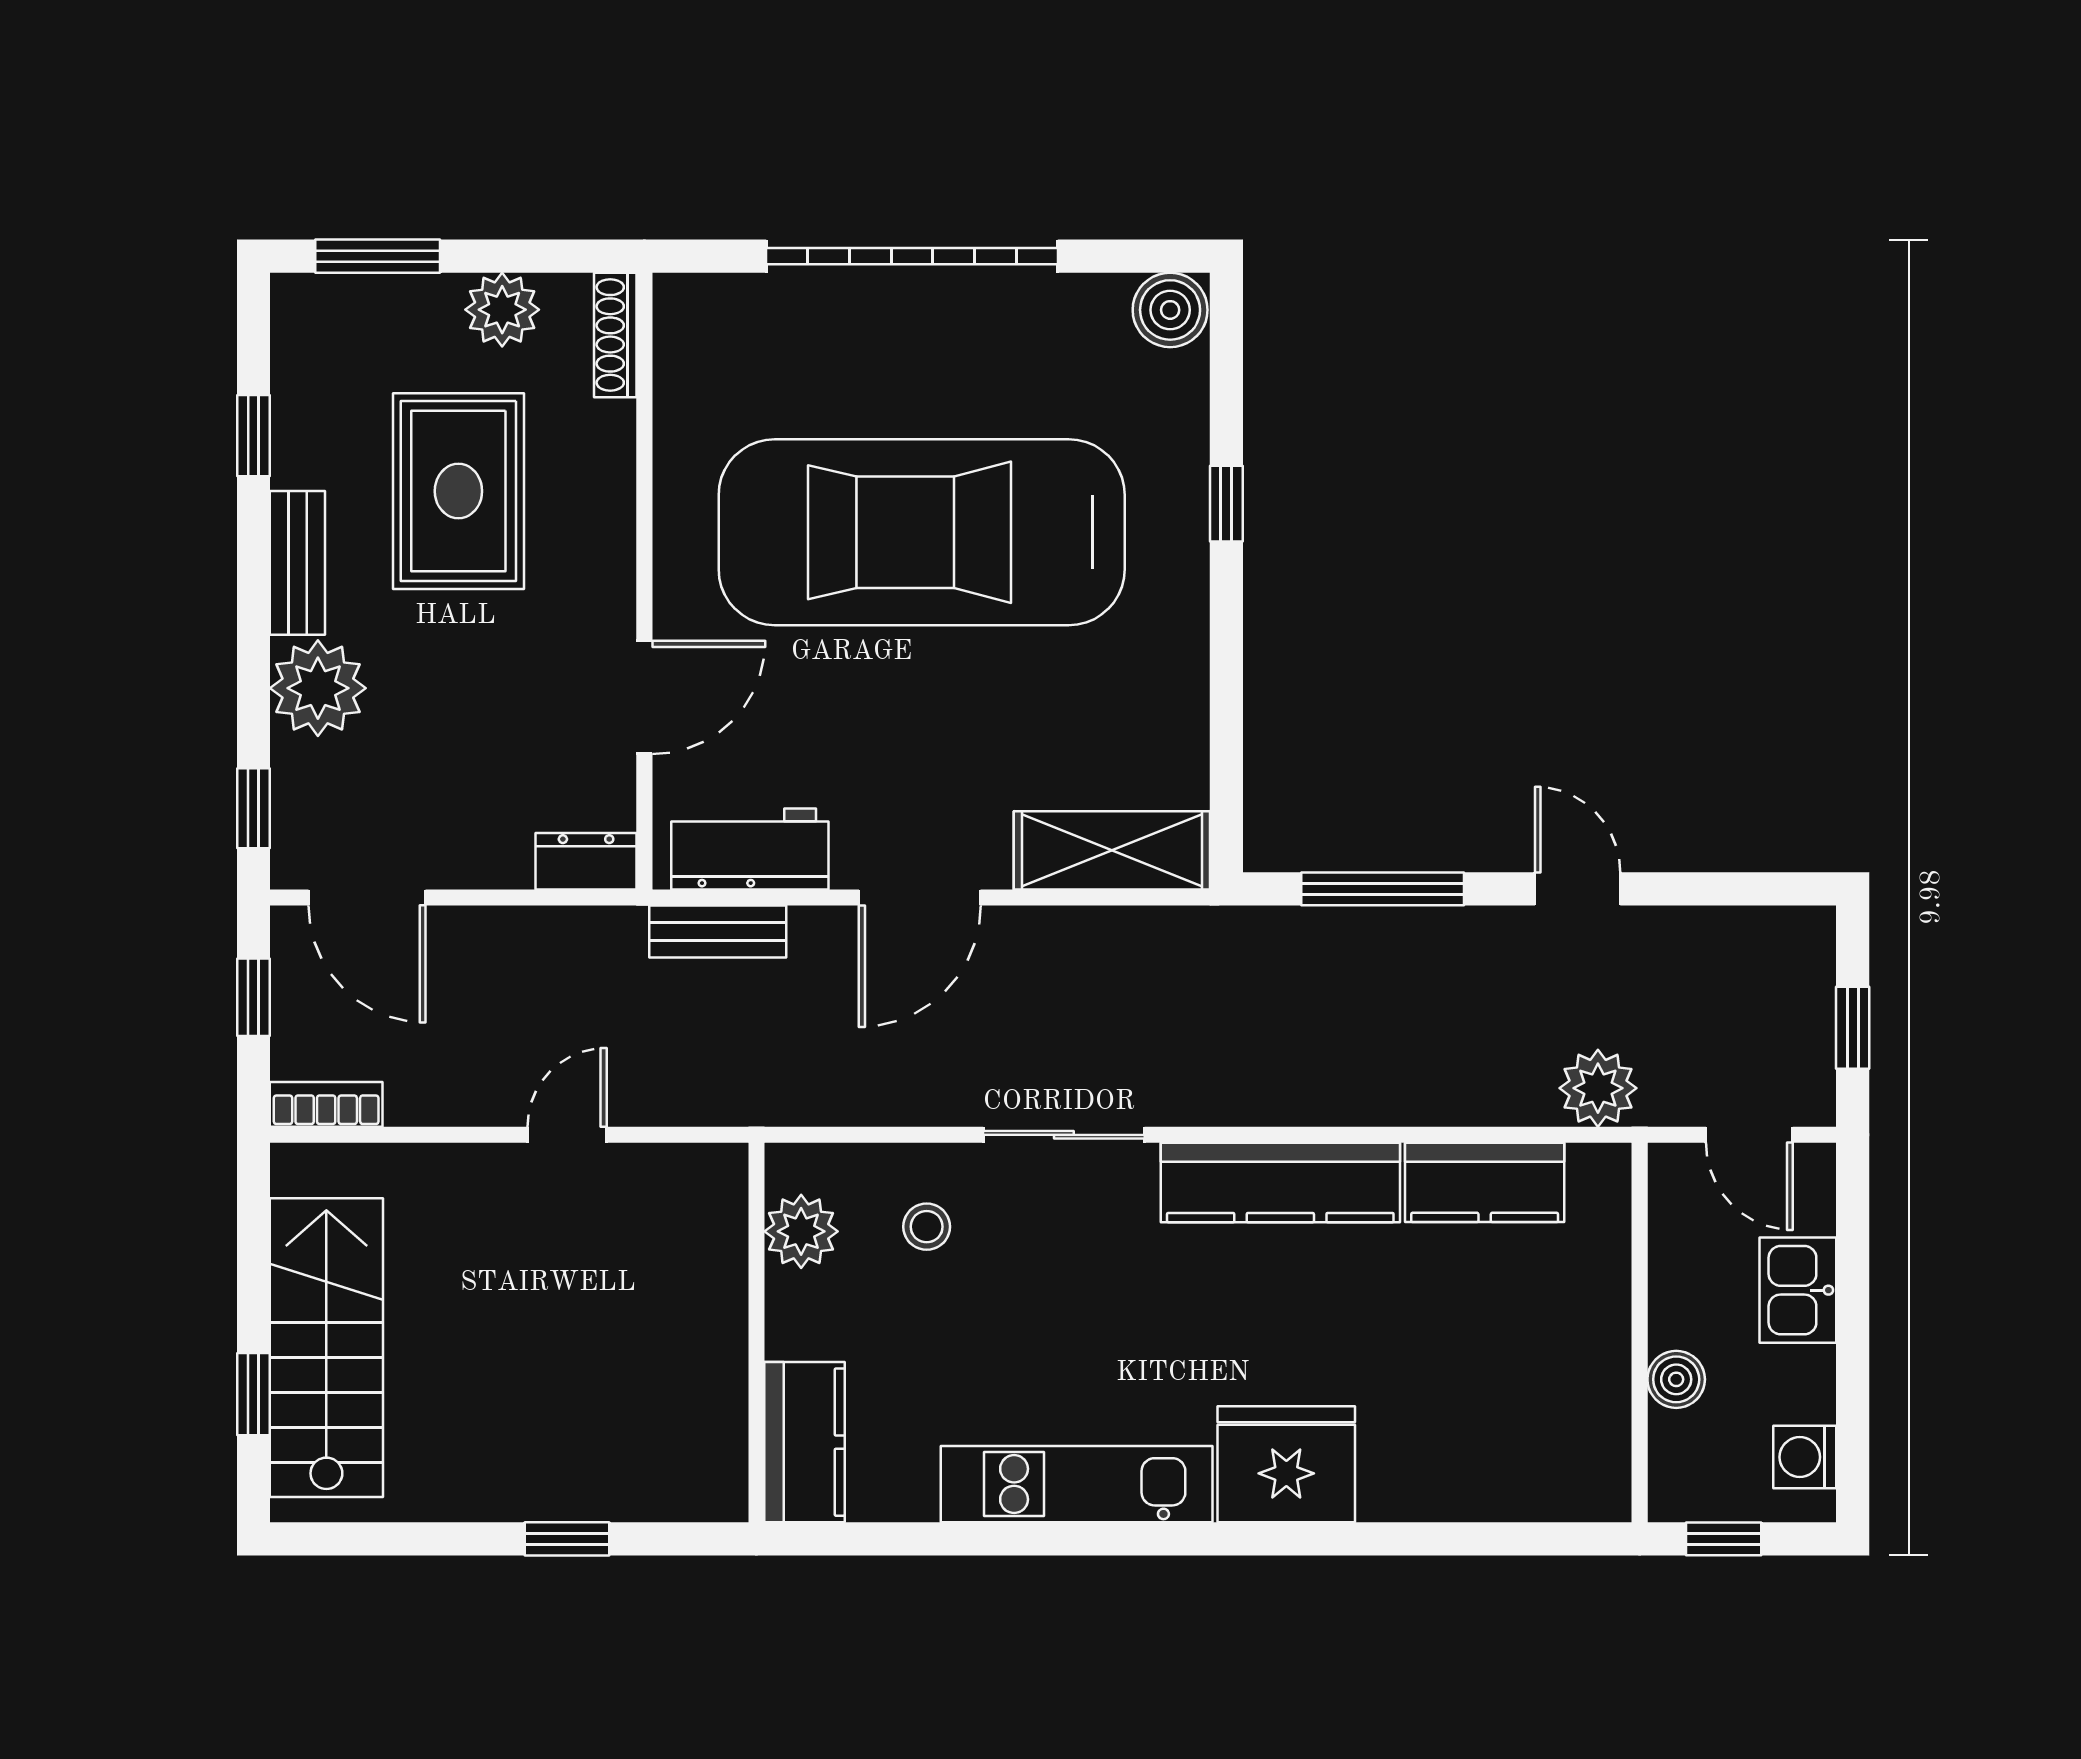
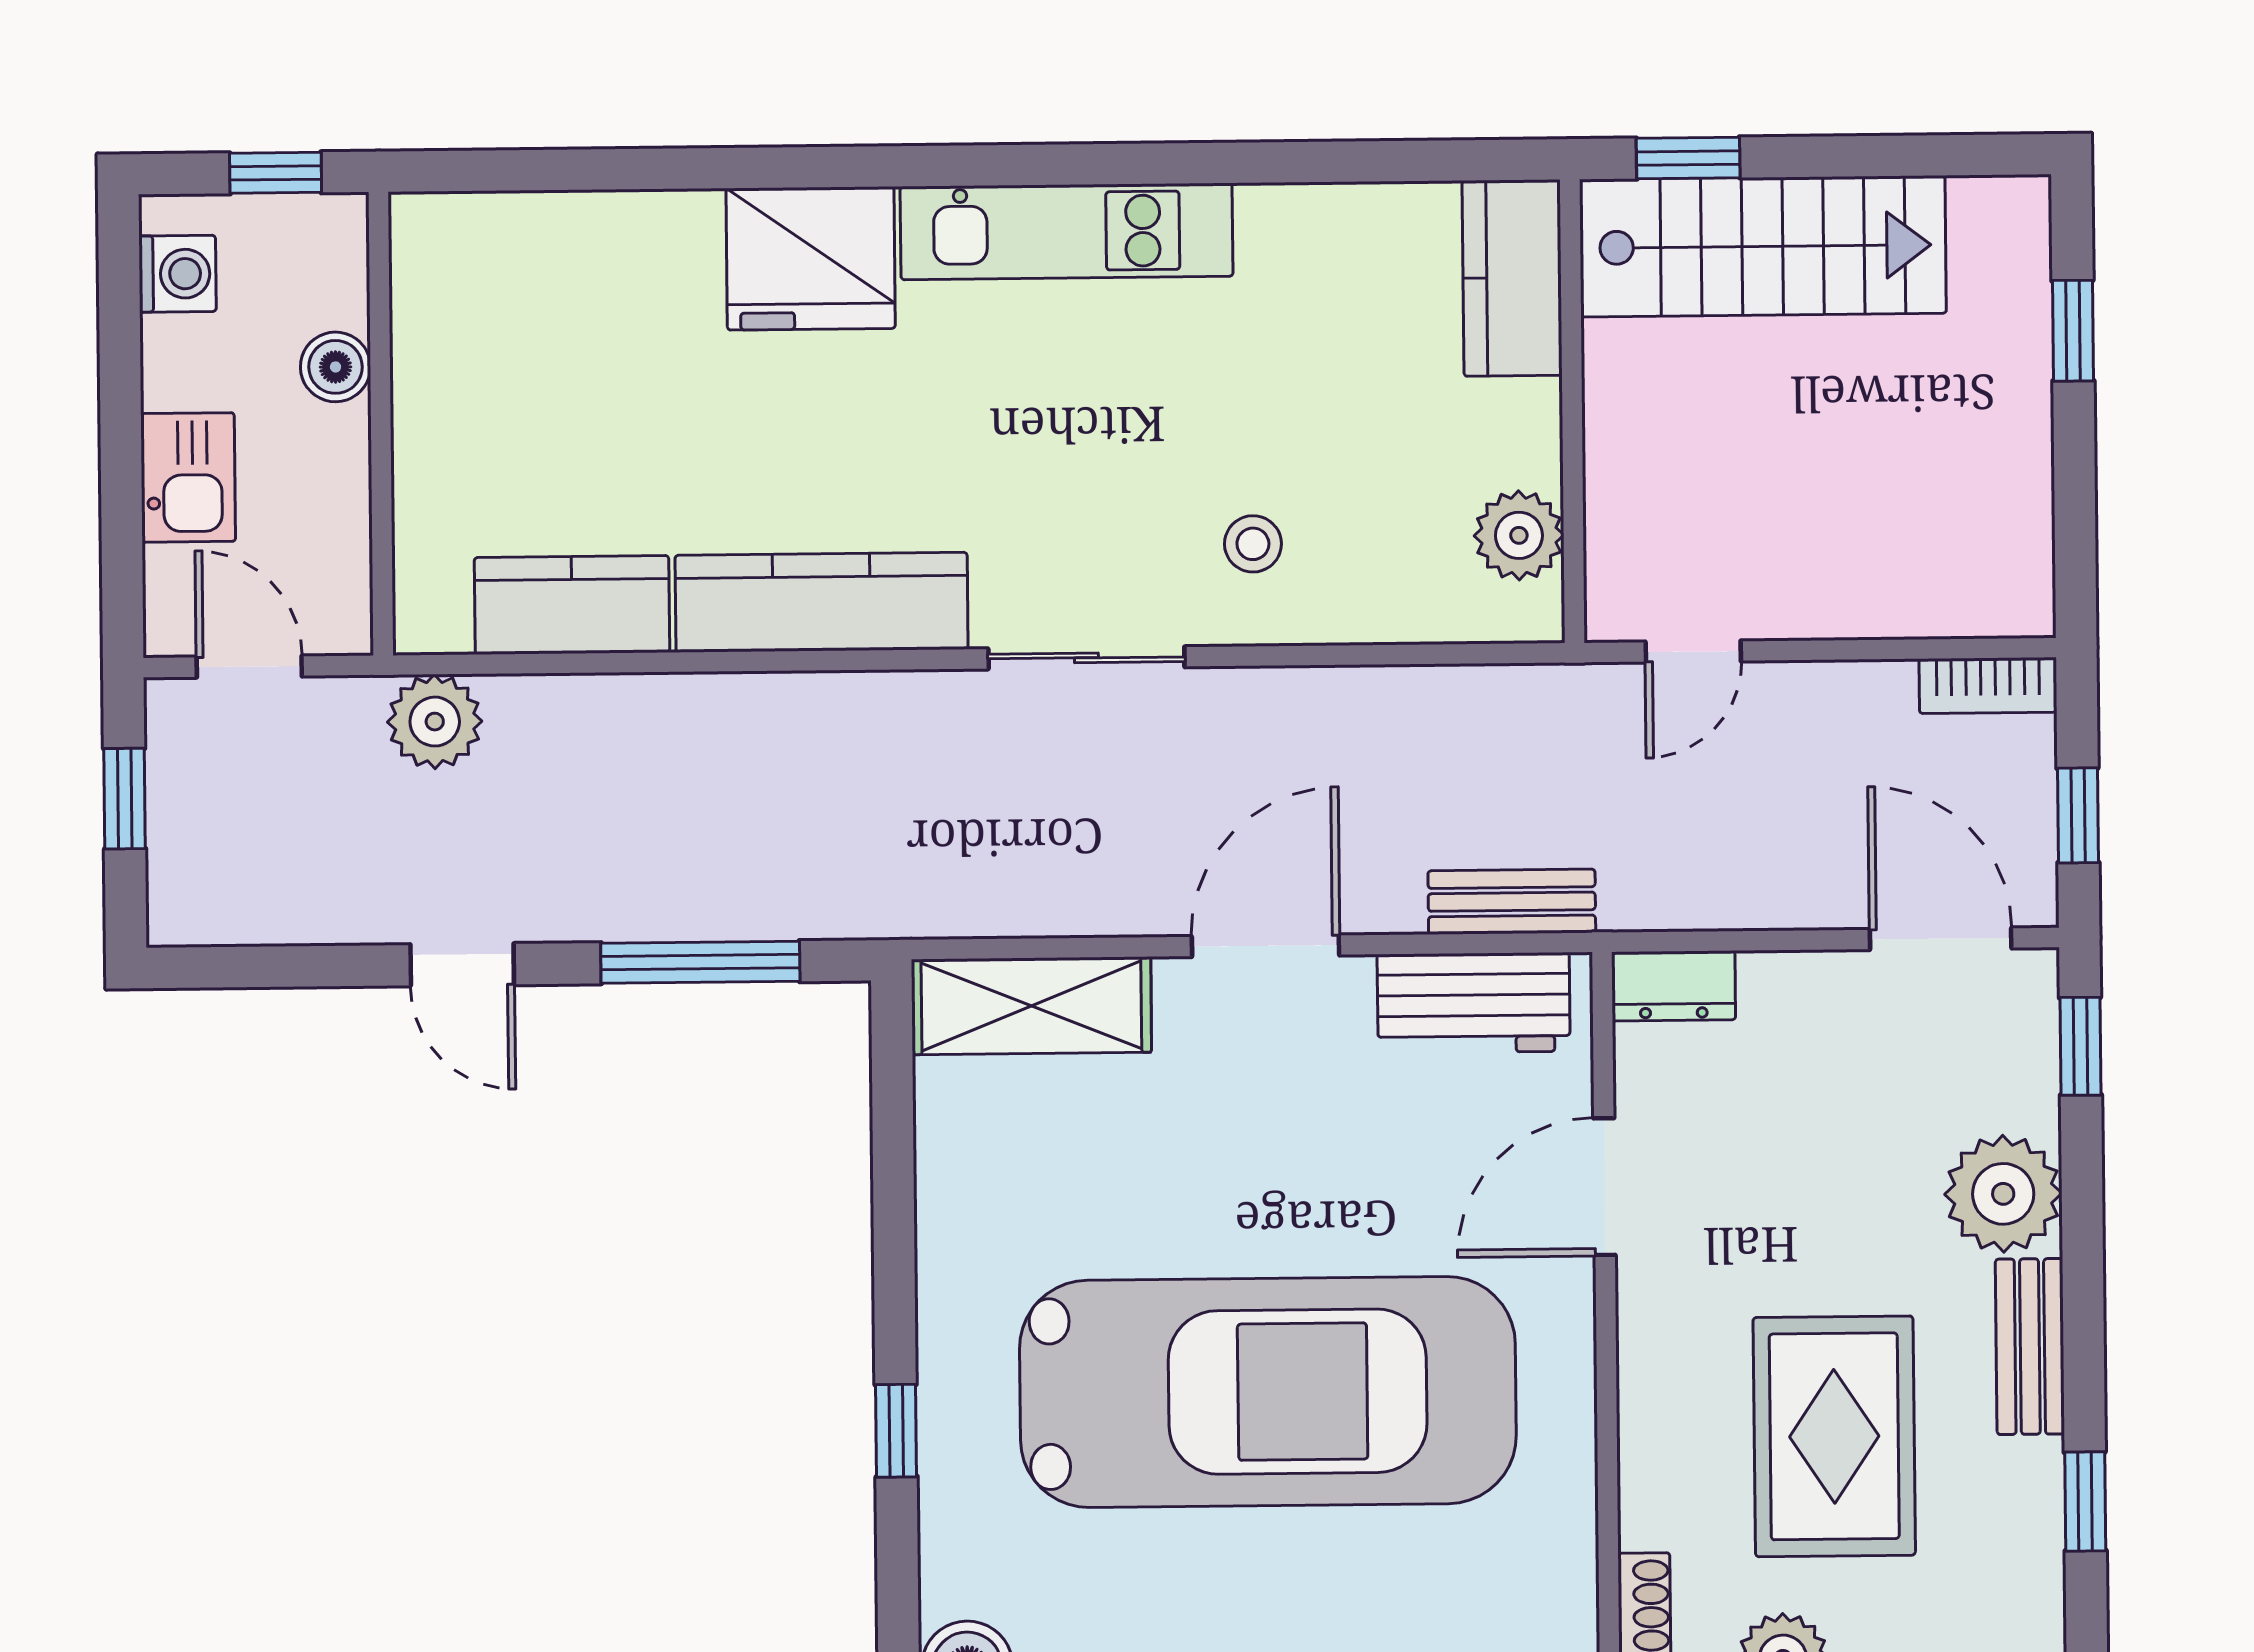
plant: (801, 1231) -> (1519, 535), moved
wall: (756, 1333) -> (1572, 411), moved
stairs: (326, 1348) -> (1763, 246), moved, turned -90
kitchen counter: (804, 1442) -> (1512, 278), moved

